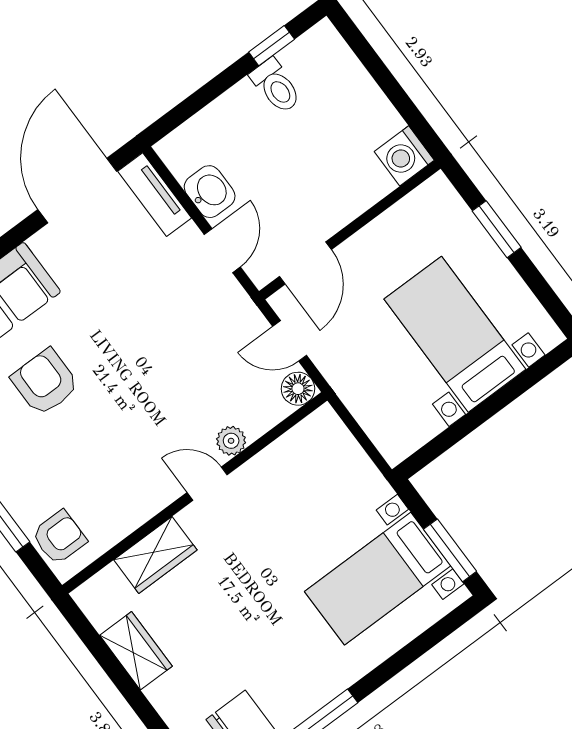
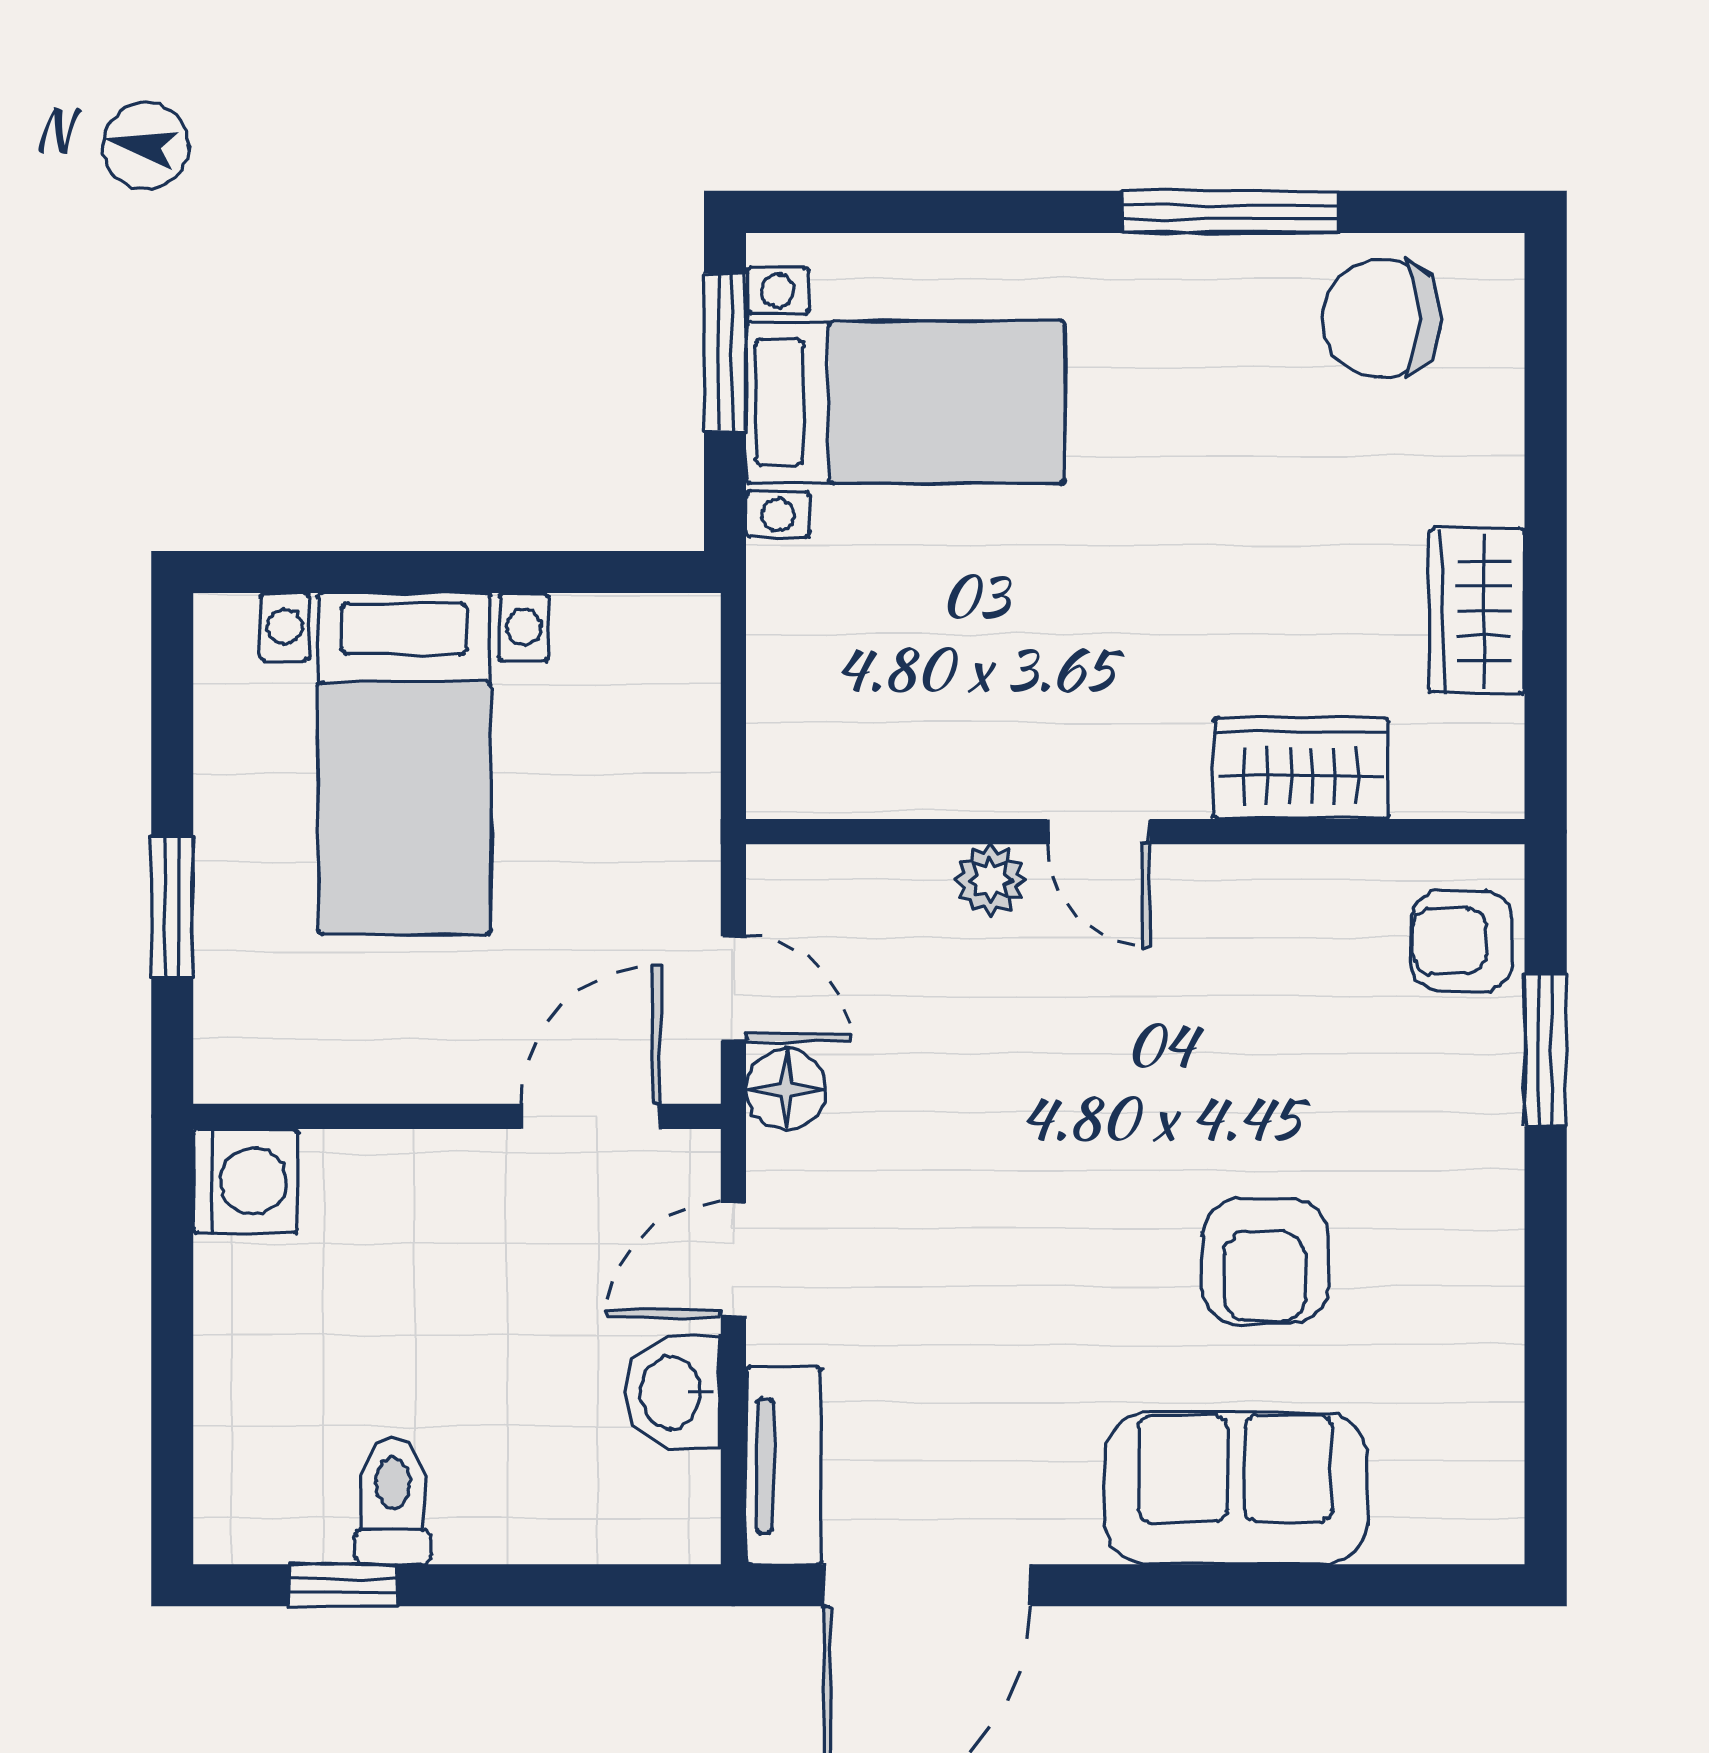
floor lamp: (298, 389) -> (786, 1089), moved

